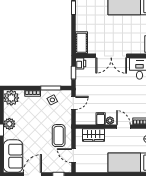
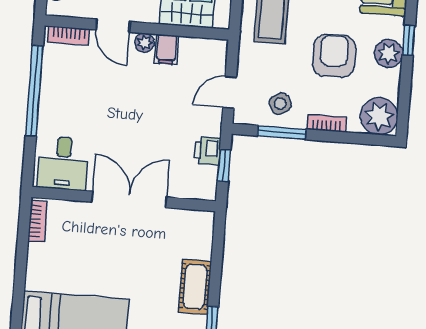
cot: (82, 43) -> (195, 287), moved
printer: (81, 63) -> (208, 151), moved
armchair: (32, 121) -> (334, 56), added

